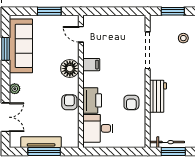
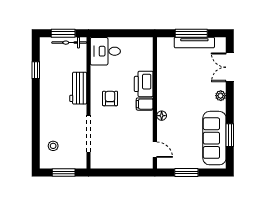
filing cabinet: (91, 65) -> (145, 104), moved
floor lamp: (70, 69) -> (162, 116), width x0.53, depth x0.53
armchair: (69, 102) -> (166, 82), removed
armchair: (131, 102) -> (110, 98), moved
desk: (98, 128) -> (105, 51), moved, turned 180

